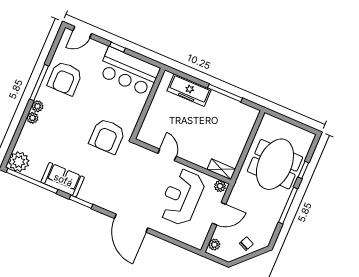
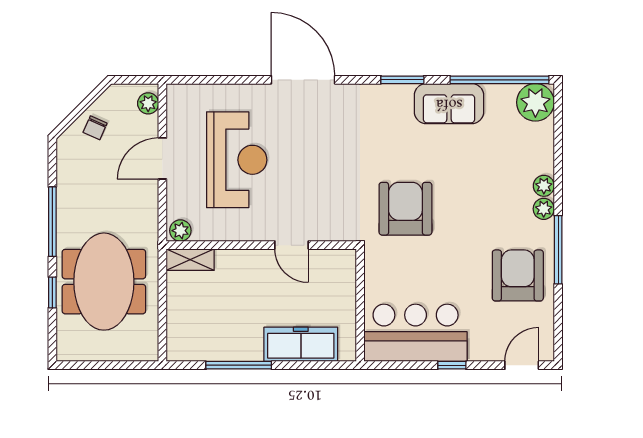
door: (167, 155) -> (292, 245), moved
wall: (182, 161) -> (261, 245), moved
shelving: (221, 169) -> (190, 260), moved
plant: (220, 186) -> (180, 231), moved

